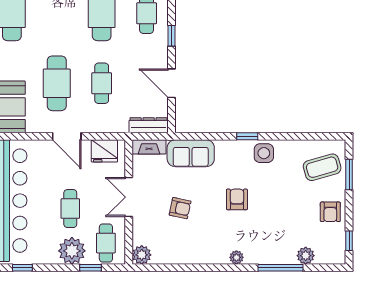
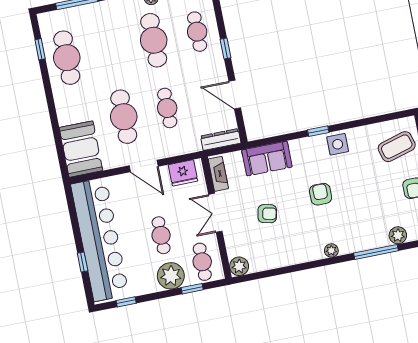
fireplace: (149, 147) -> (218, 174), moved, turned -90

